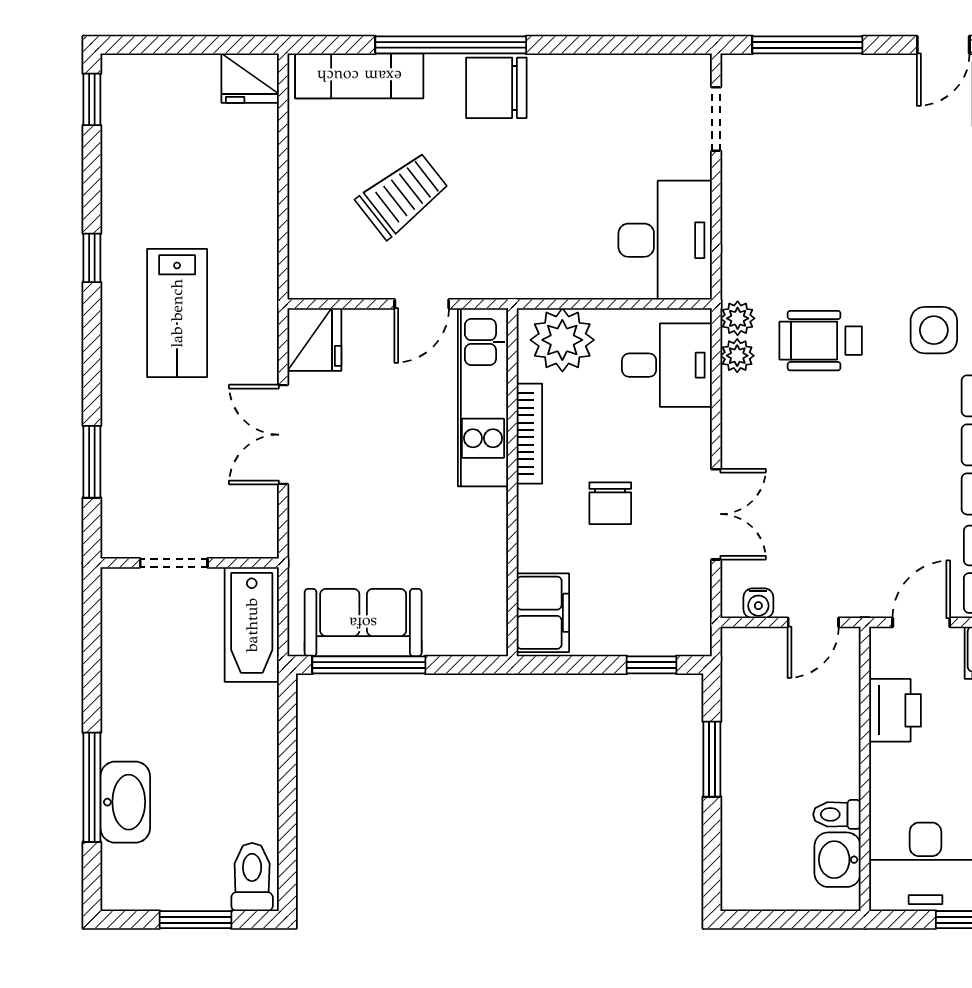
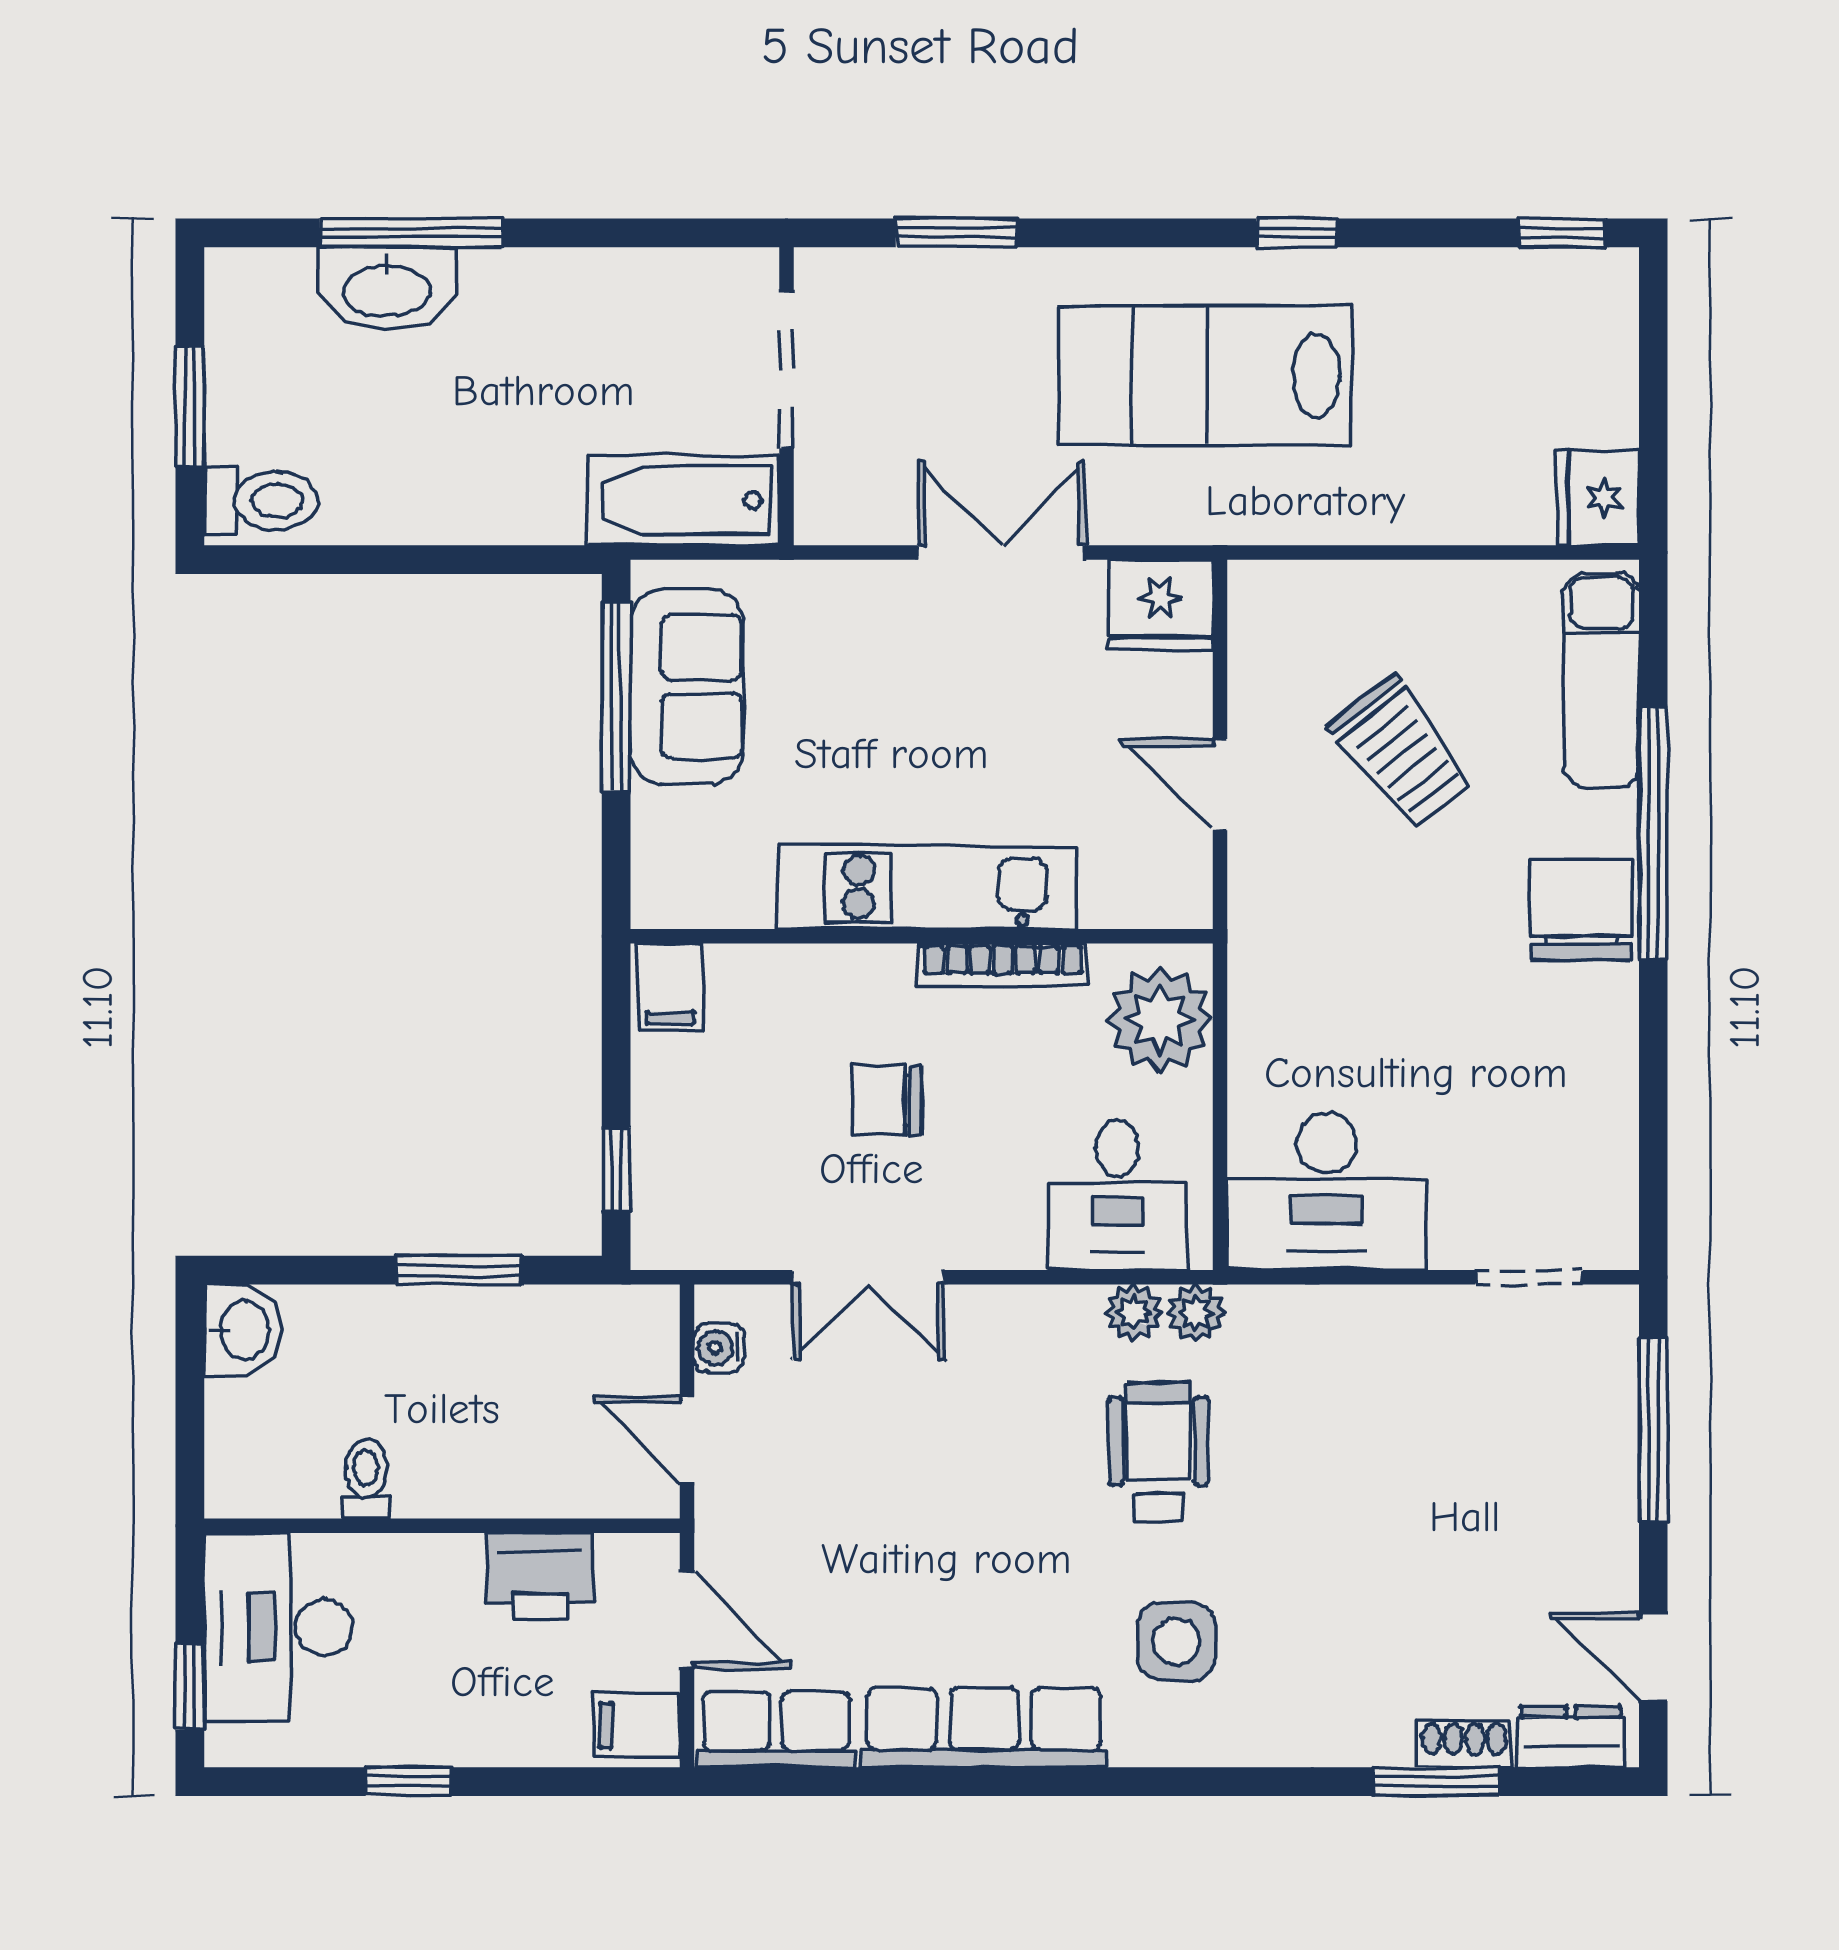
lab bench: (177, 313) -> (1205, 375), width x1.36, depth x1.39
kitchen unit: (483, 397) -> (927, 887), moved
doorway: (174, 563) -> (787, 370), width x1.38
filing cabinet: (543, 613) -> (670, 987), width x0.50
washbasin: (837, 860) -> (243, 1330), moved, turned 90

